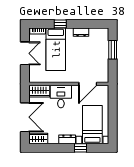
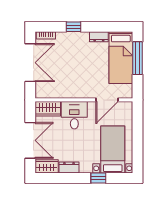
bed: (56, 49) -> (121, 58), moved
window: (113, 50) -> (137, 58), width x1.44
double door: (25, 53) -> (30, 63), width x1.37
dresser: (67, 139) -> (69, 167), moved

